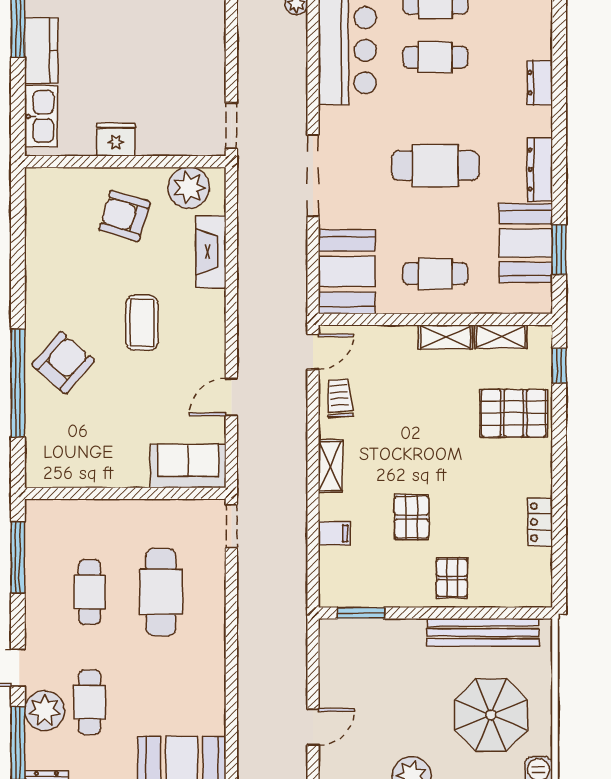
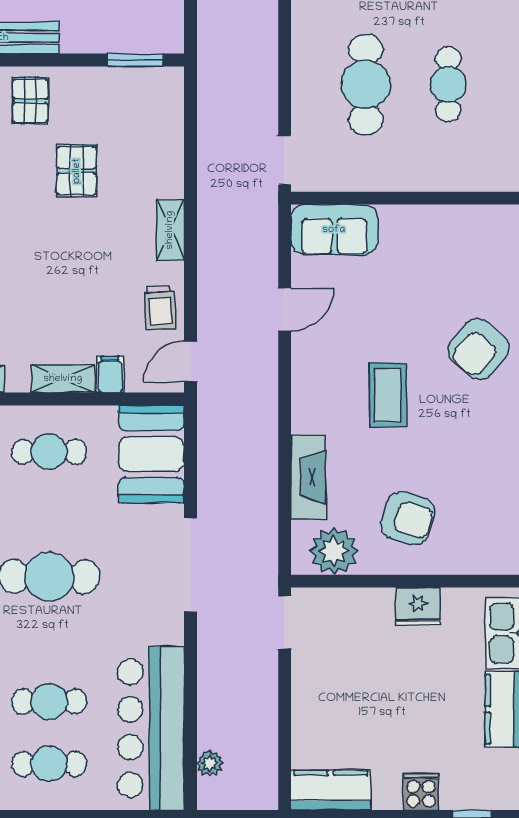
shelving: (445, 337) -> (63, 379), moved
filing cabinet: (334, 533) -> (110, 375), moved, turned 90

